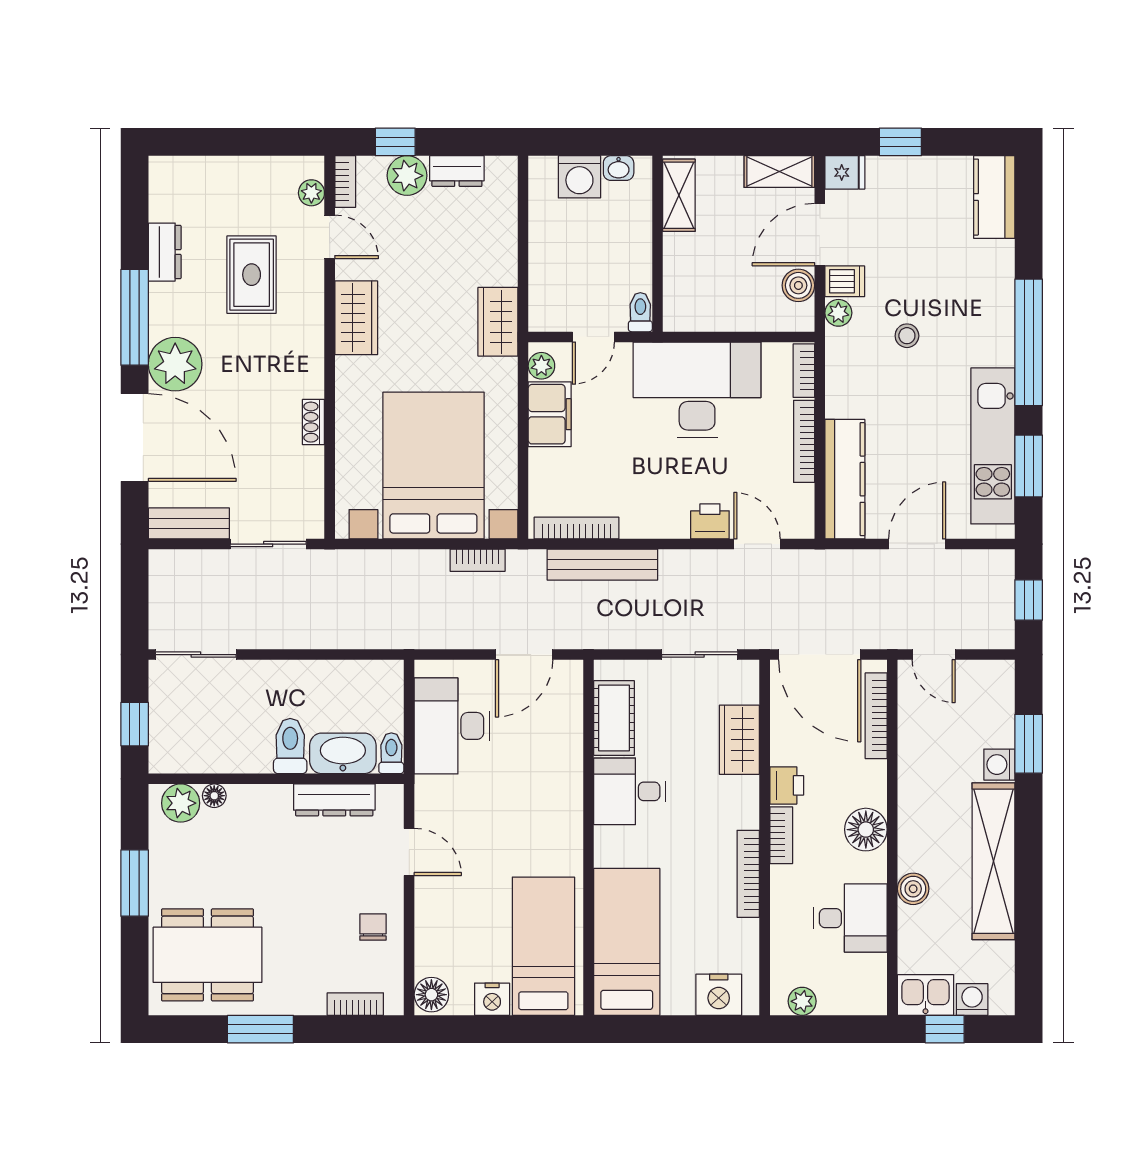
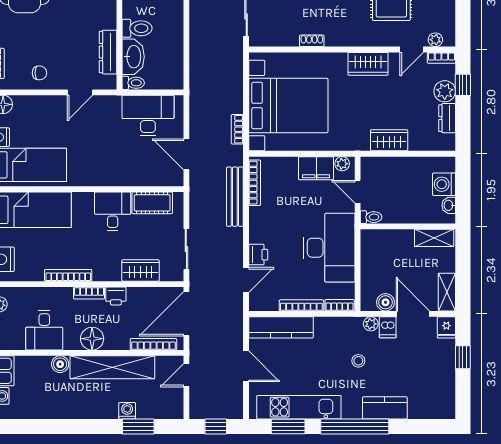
kitchen counter: (994, 197) -> (385, 408), moved
wardrobe: (498, 322) -> (389, 140), moved
shelving: (993, 861) -> (112, 367), moved

